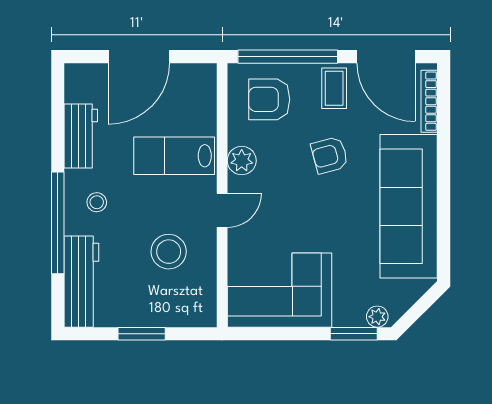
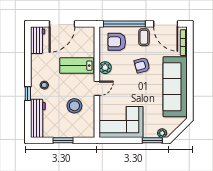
workbench: (81, 136) -> (38, 40), moved
window: (58, 223) -> (28, 94), width x0.32

